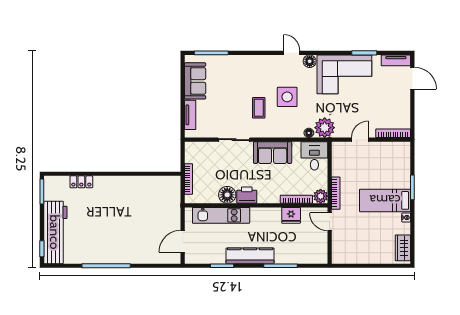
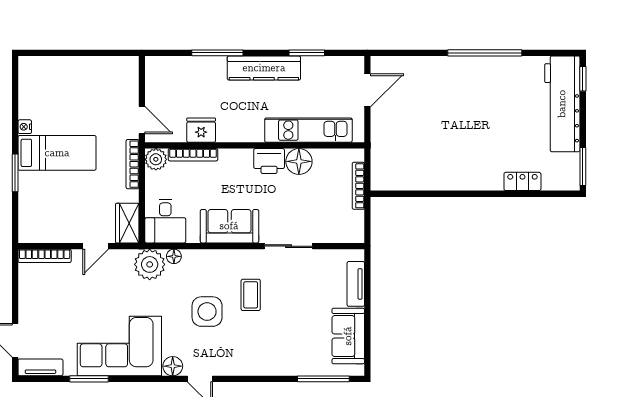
wardrobe: (403, 248) -> (127, 223), moved, turned 180

